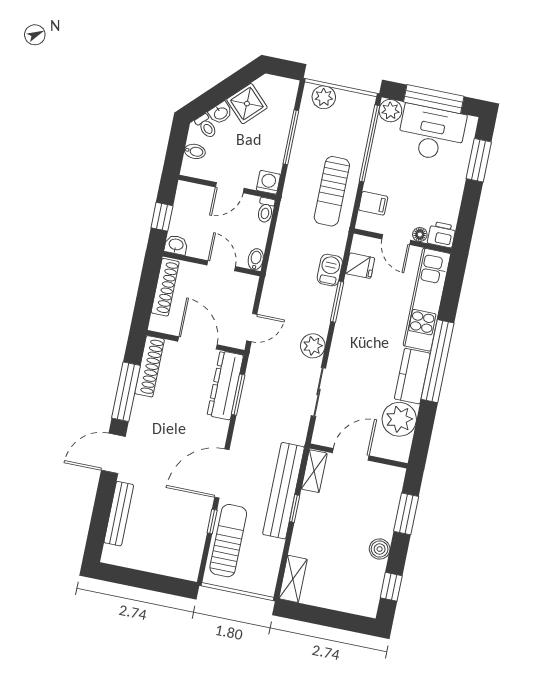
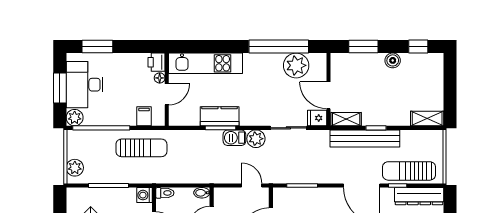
window: (434, 99) -> (60, 88), width x0.69
fridge: (360, 266) -> (317, 118), moved, turned -90
barbecue: (330, 270) -> (234, 138), moved
window: (437, 361) -> (279, 46), moved
kitchen counter: (412, 376) -> (220, 116), moved, turned 180
dresser: (225, 385) -> (419, 196), moved

